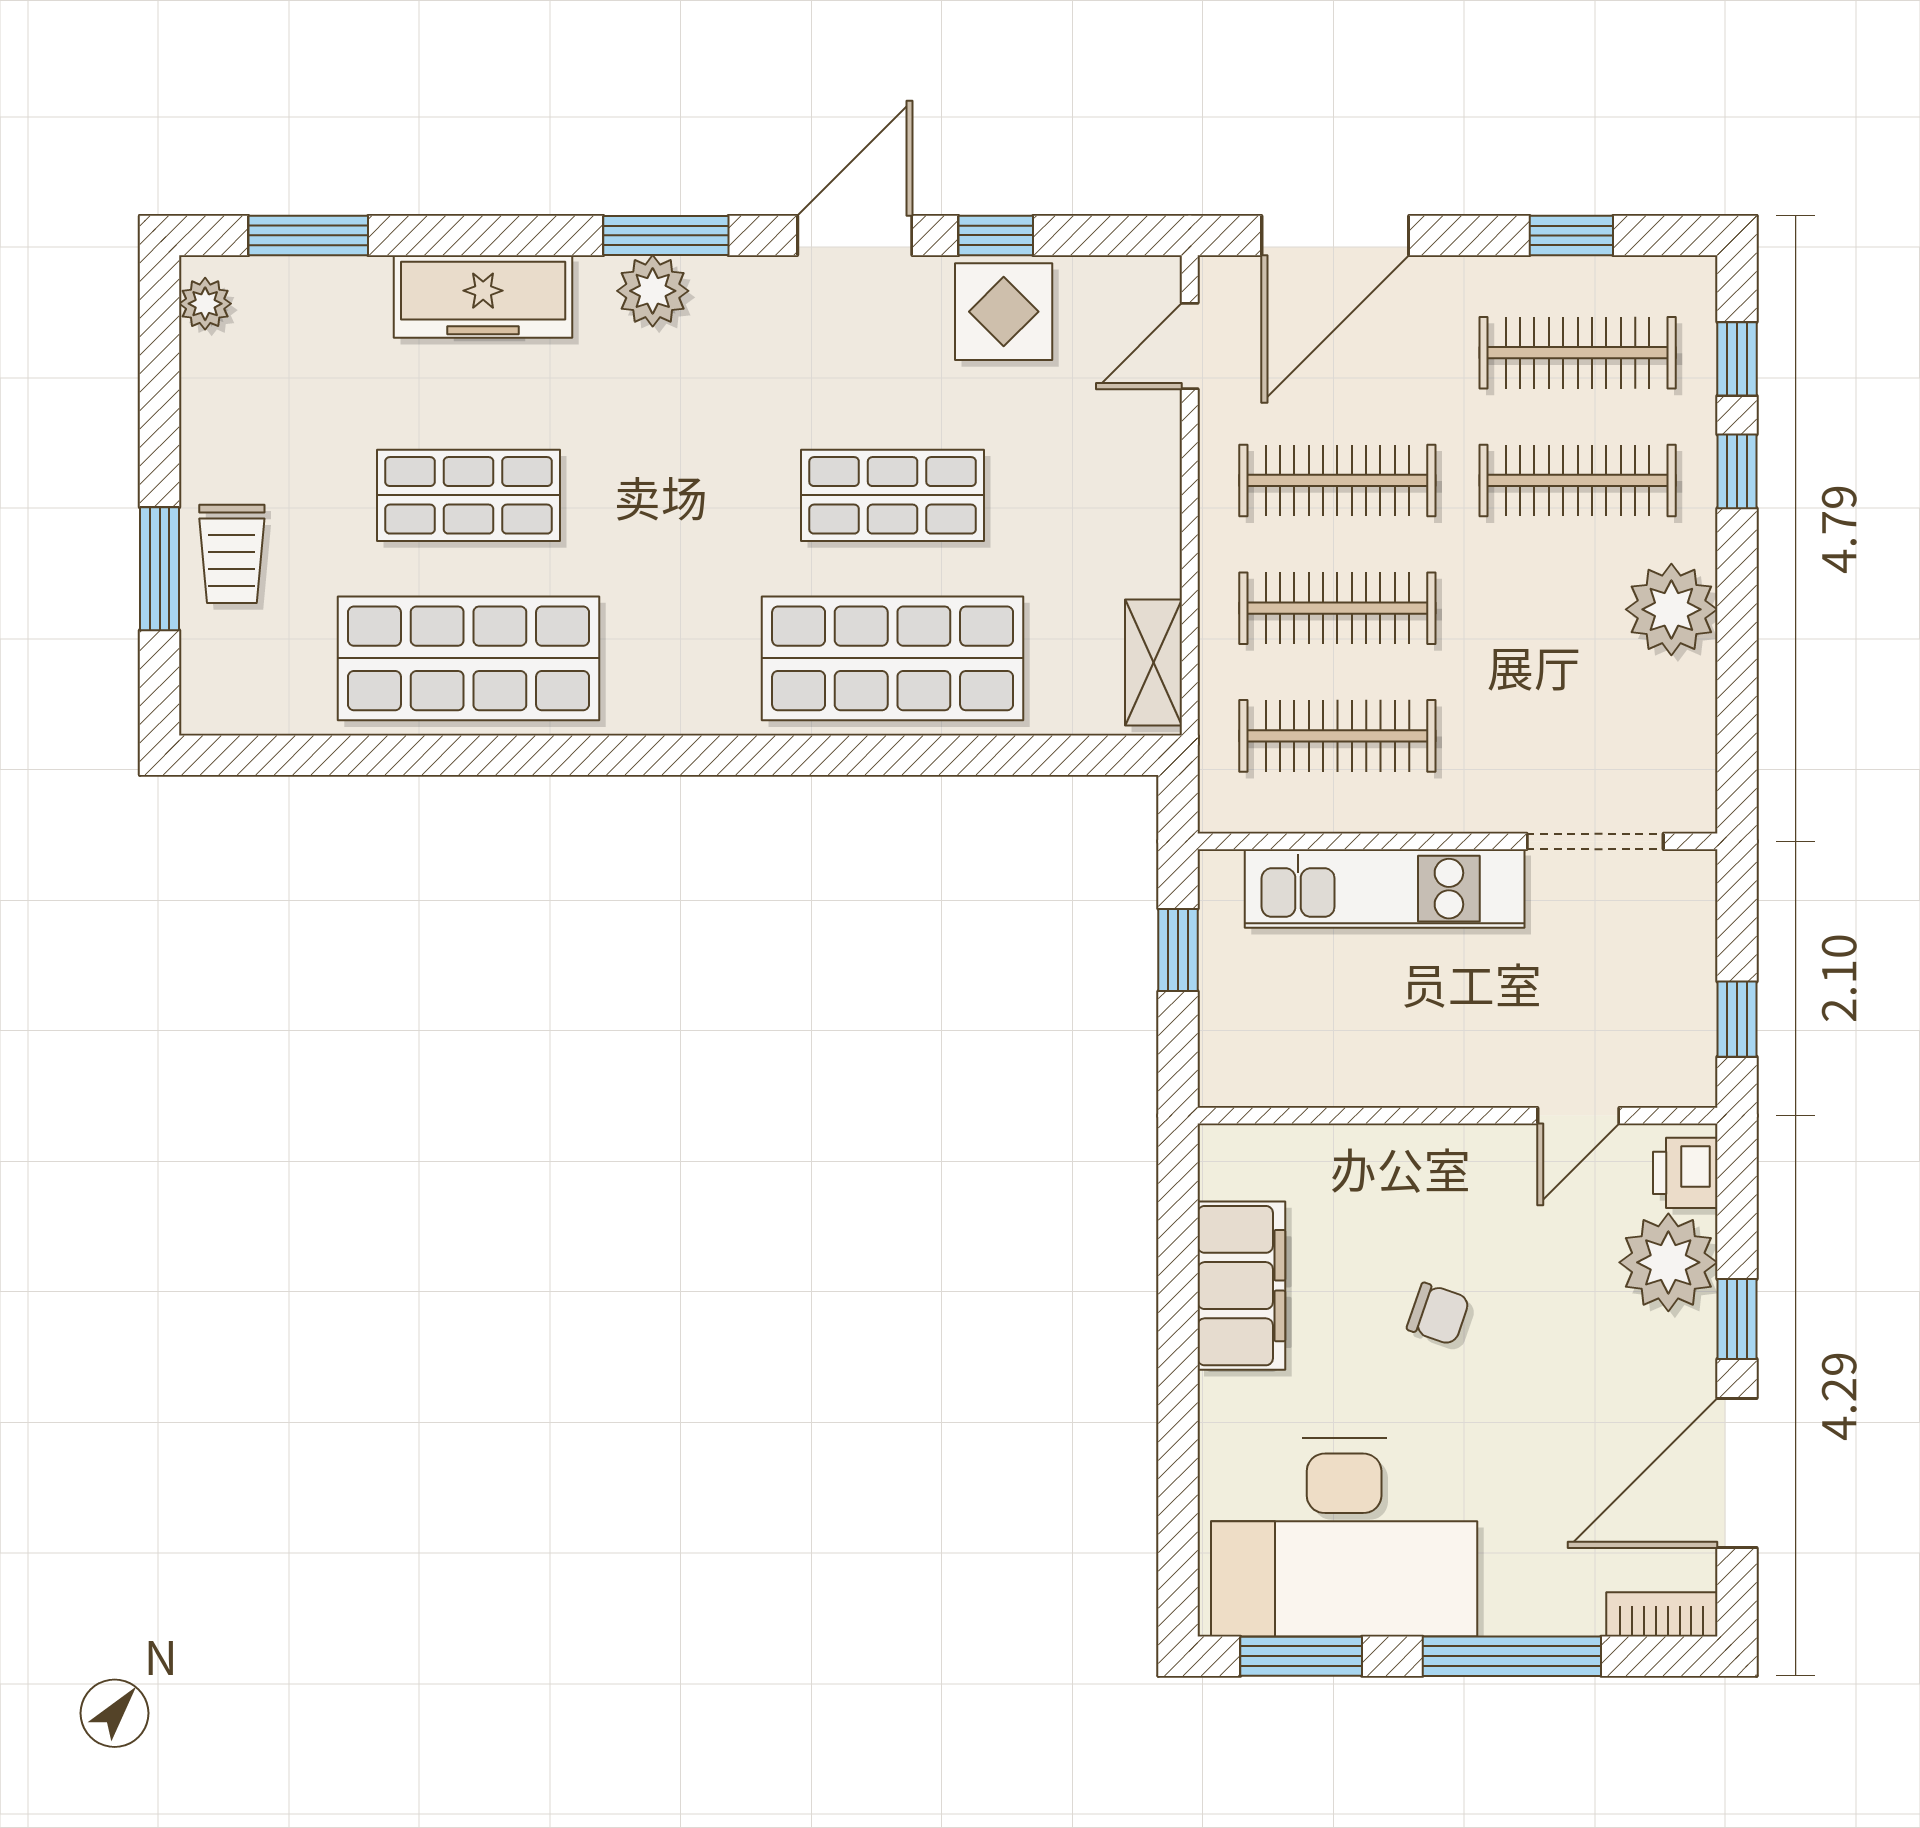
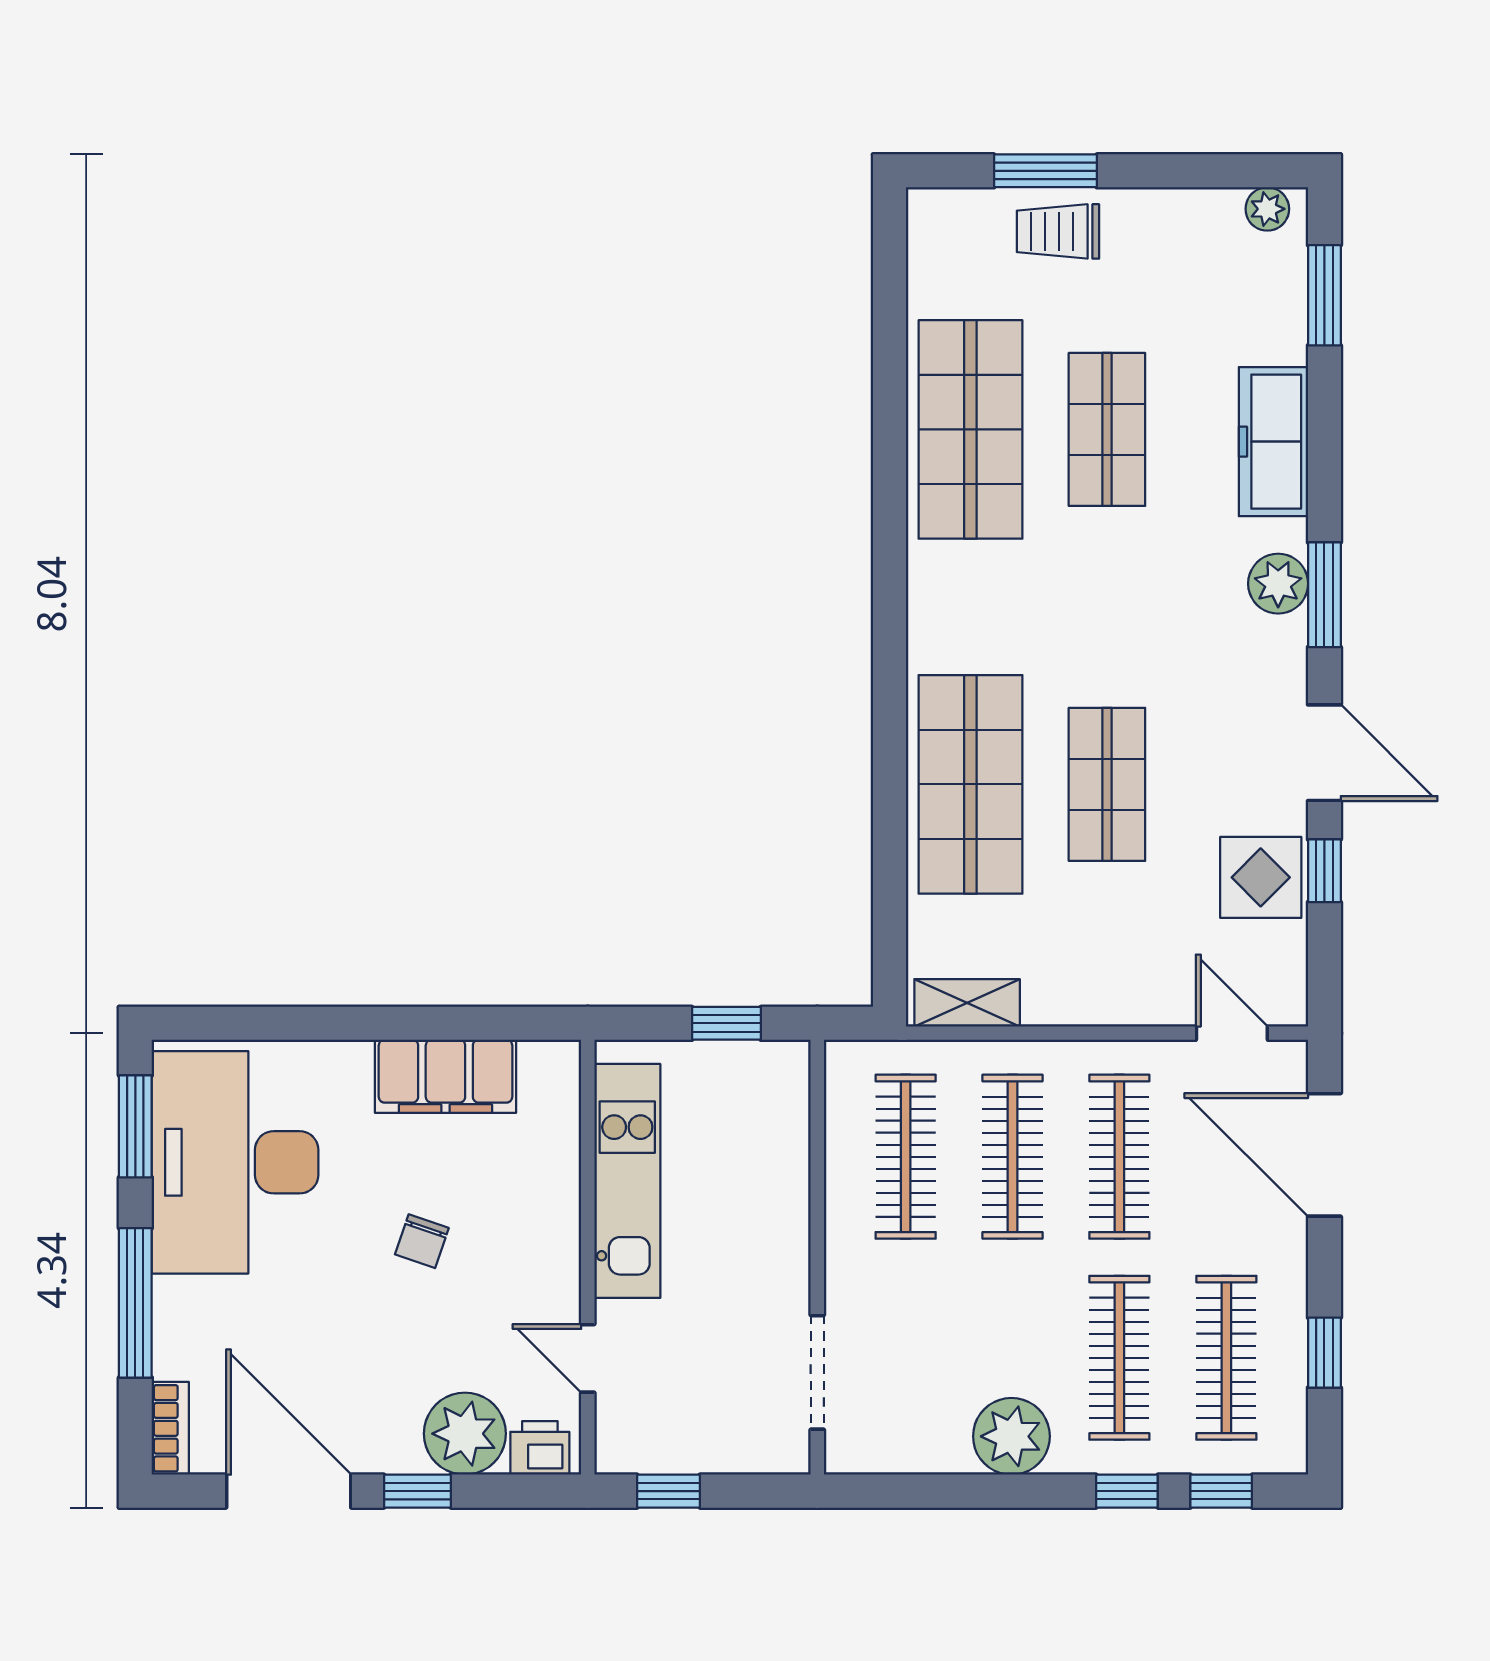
kitchen unit: (1385, 889) -> (627, 1181), moved, turned 180

